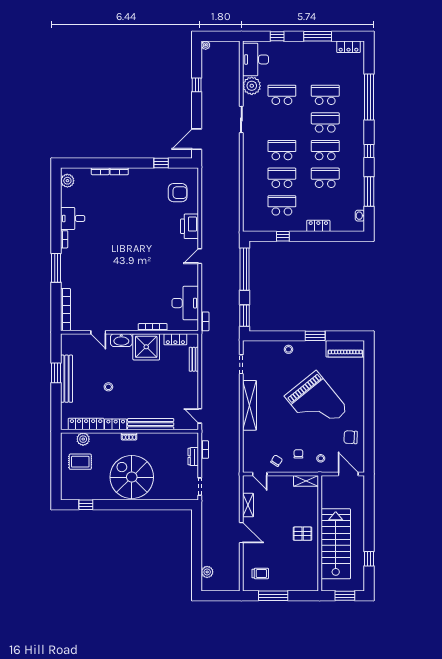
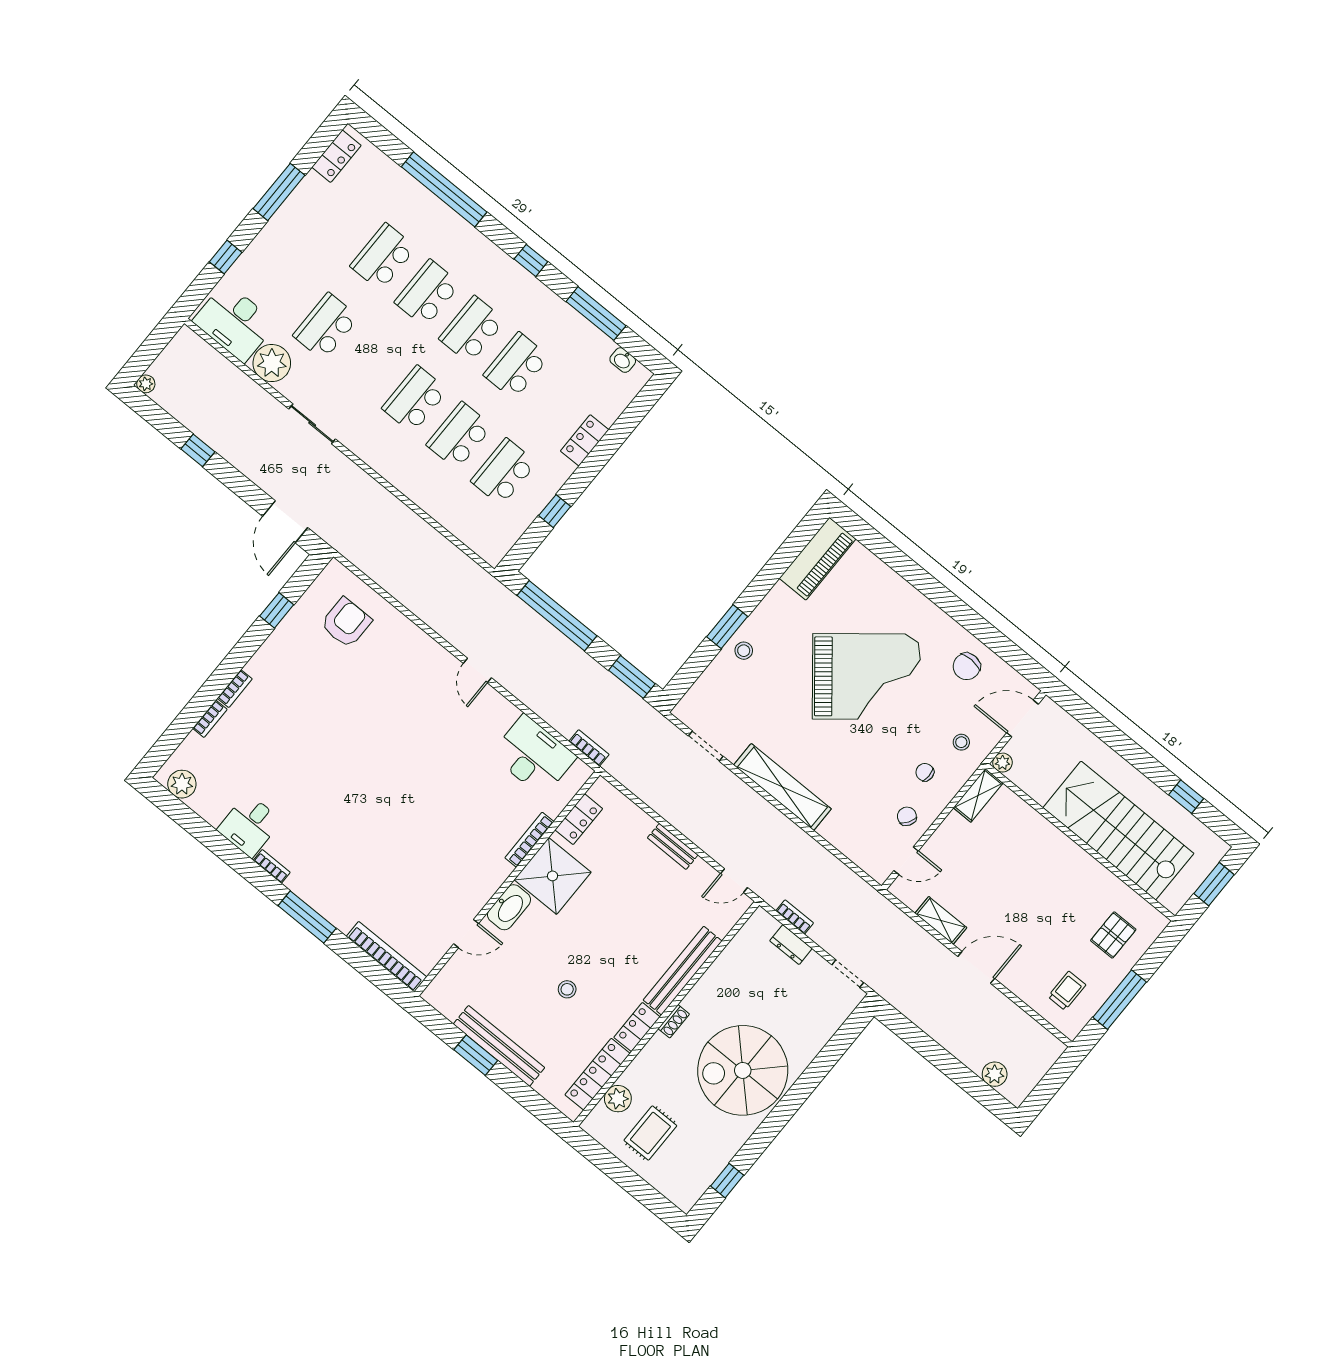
printer: (190, 226) -> (416, 648), removed
window: (315, 336) -> (727, 627), moved
bench: (194, 359) -> (673, 846), moved
plant: (326, 480) -> (1002, 763), added
pallet: (303, 534) -> (1113, 935), moved

